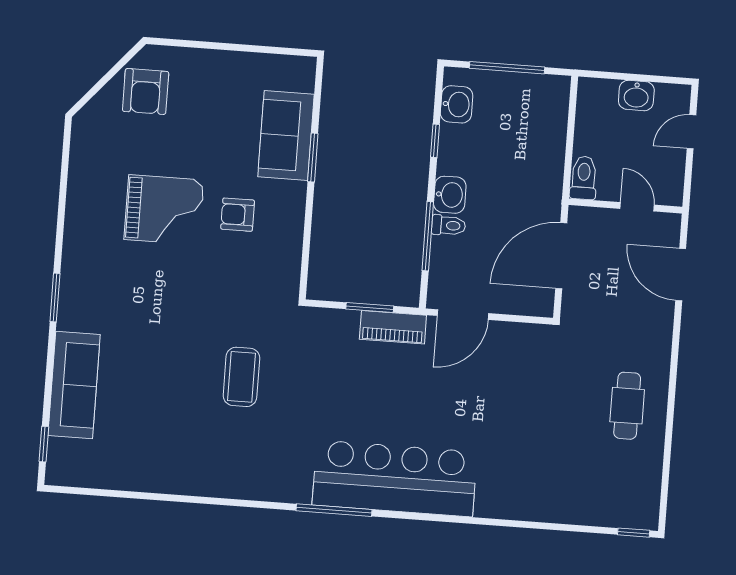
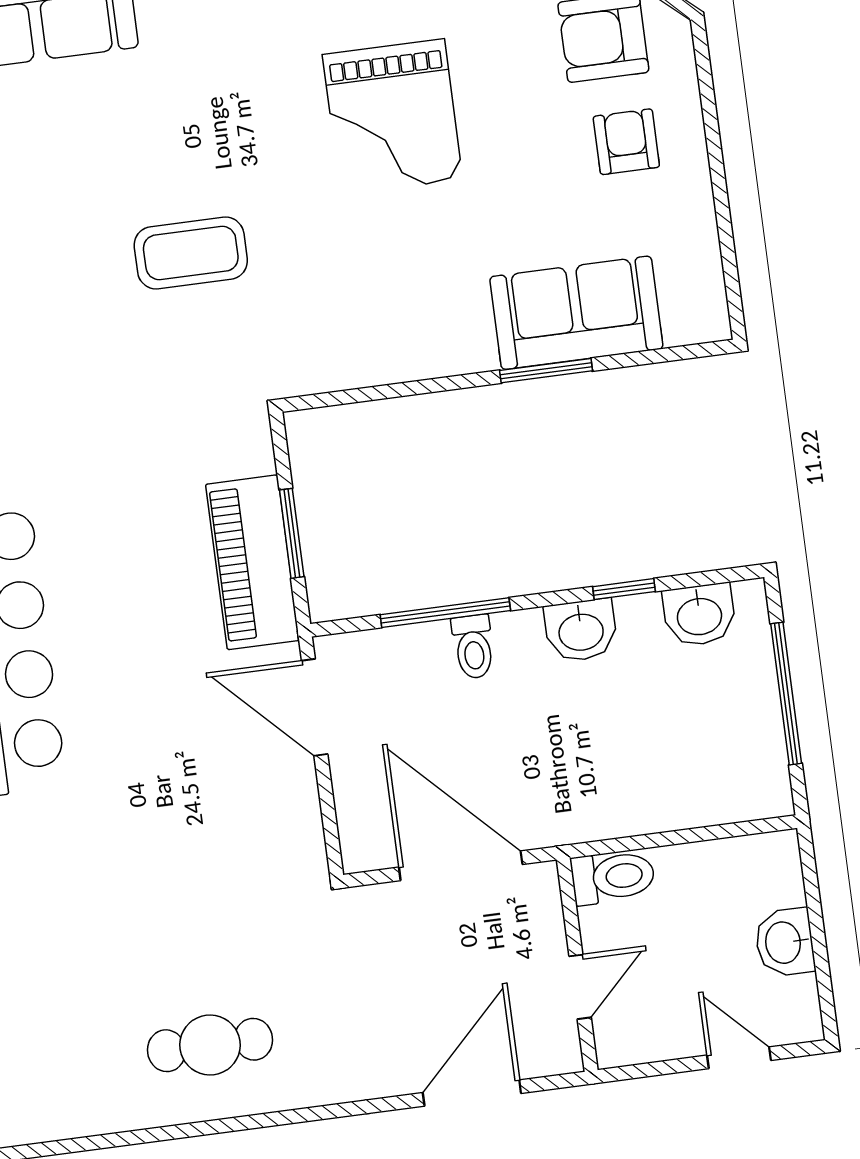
washbasin: (450, 195) -> (581, 630), moved
armchair: (238, 215) -> (626, 142), moved
piano: (393, 327) -> (252, 562), width x1.37, depth x1.33
coffee table: (241, 377) -> (191, 253), moved

